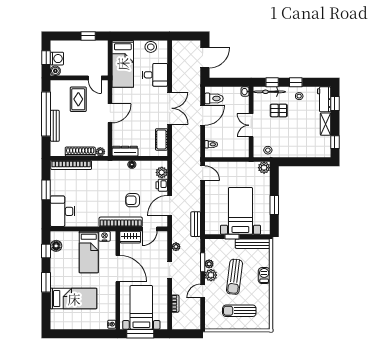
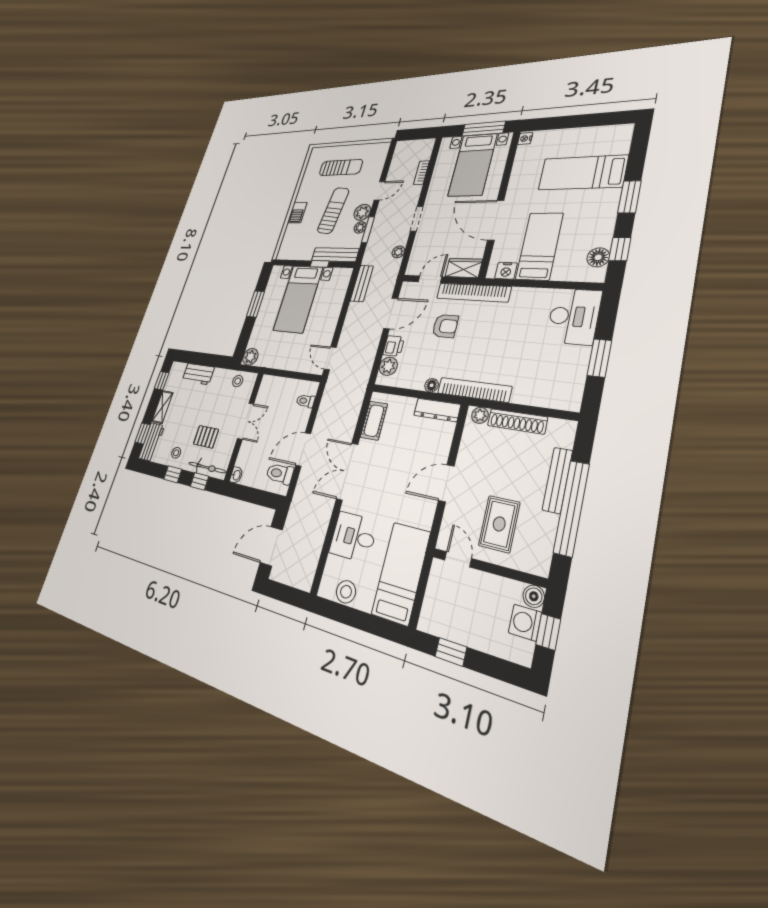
workbench: (304, 151) -> (198, 374), added
bookcase: (71, 165) -> (474, 390), moved
bench: (253, 244) -> (335, 255), moved

